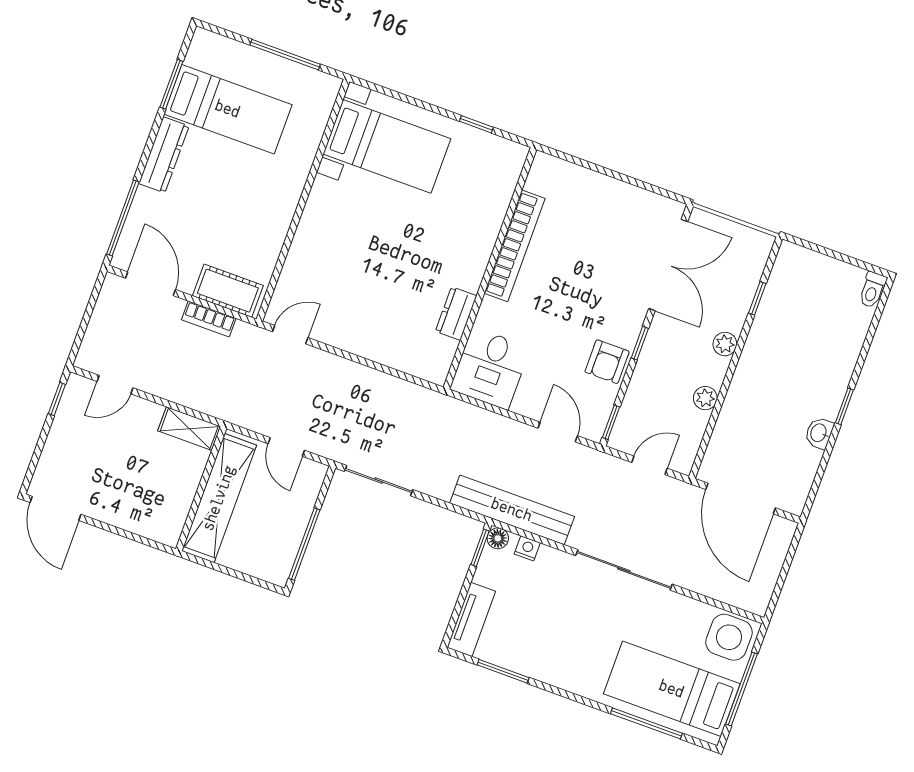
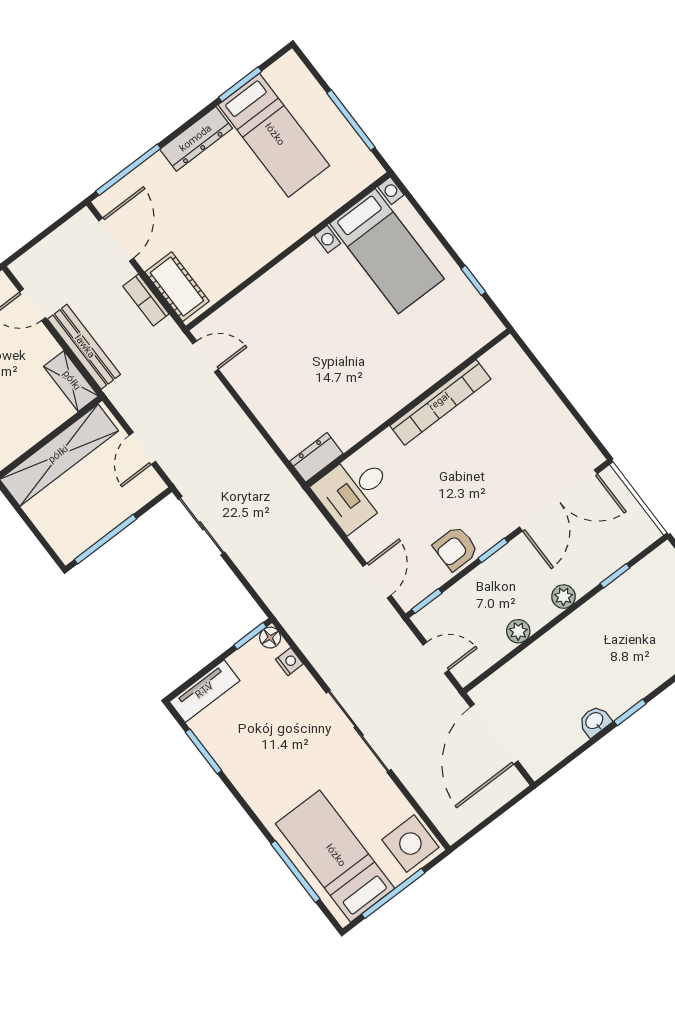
dresser: (456, 314) -> (316, 457), moved
bench: (512, 510) -> (84, 347), moved, width x0.73, depth x0.82

